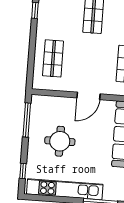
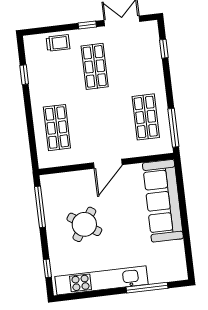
round table: (60, 141) -> (84, 224), turned 34

